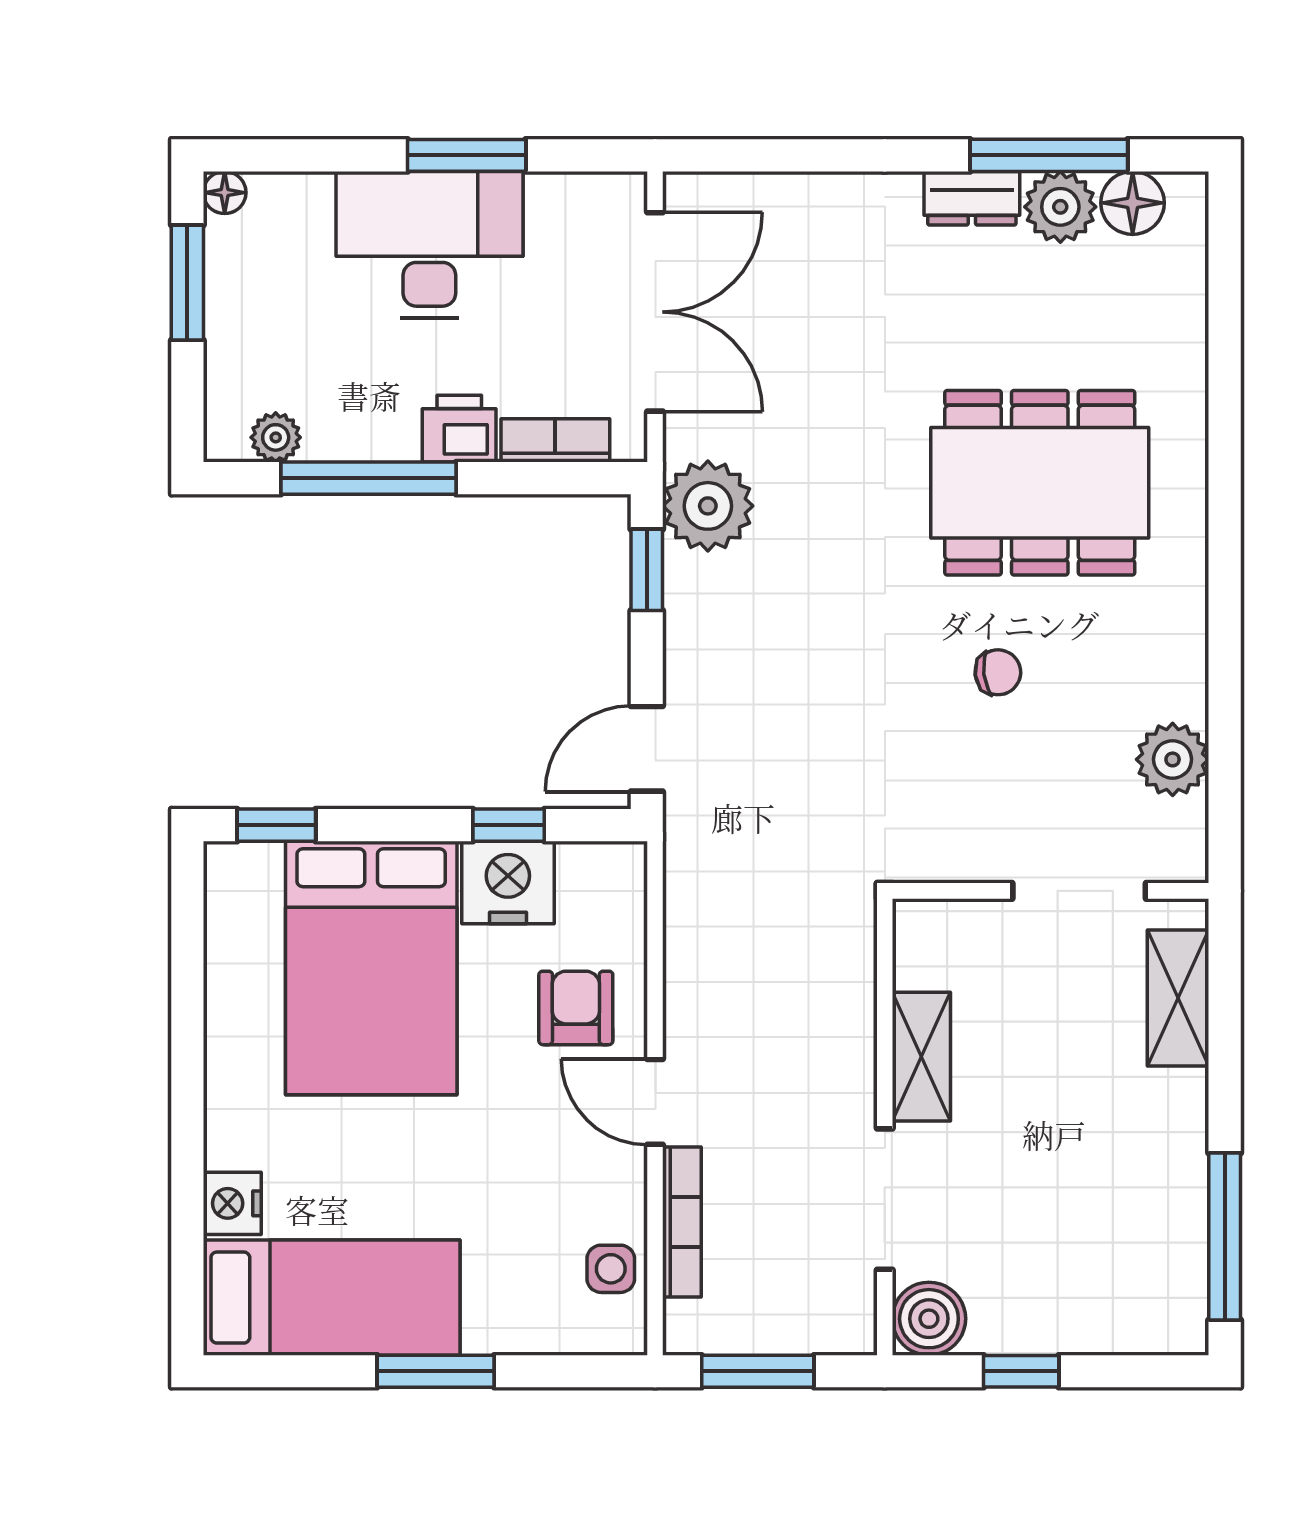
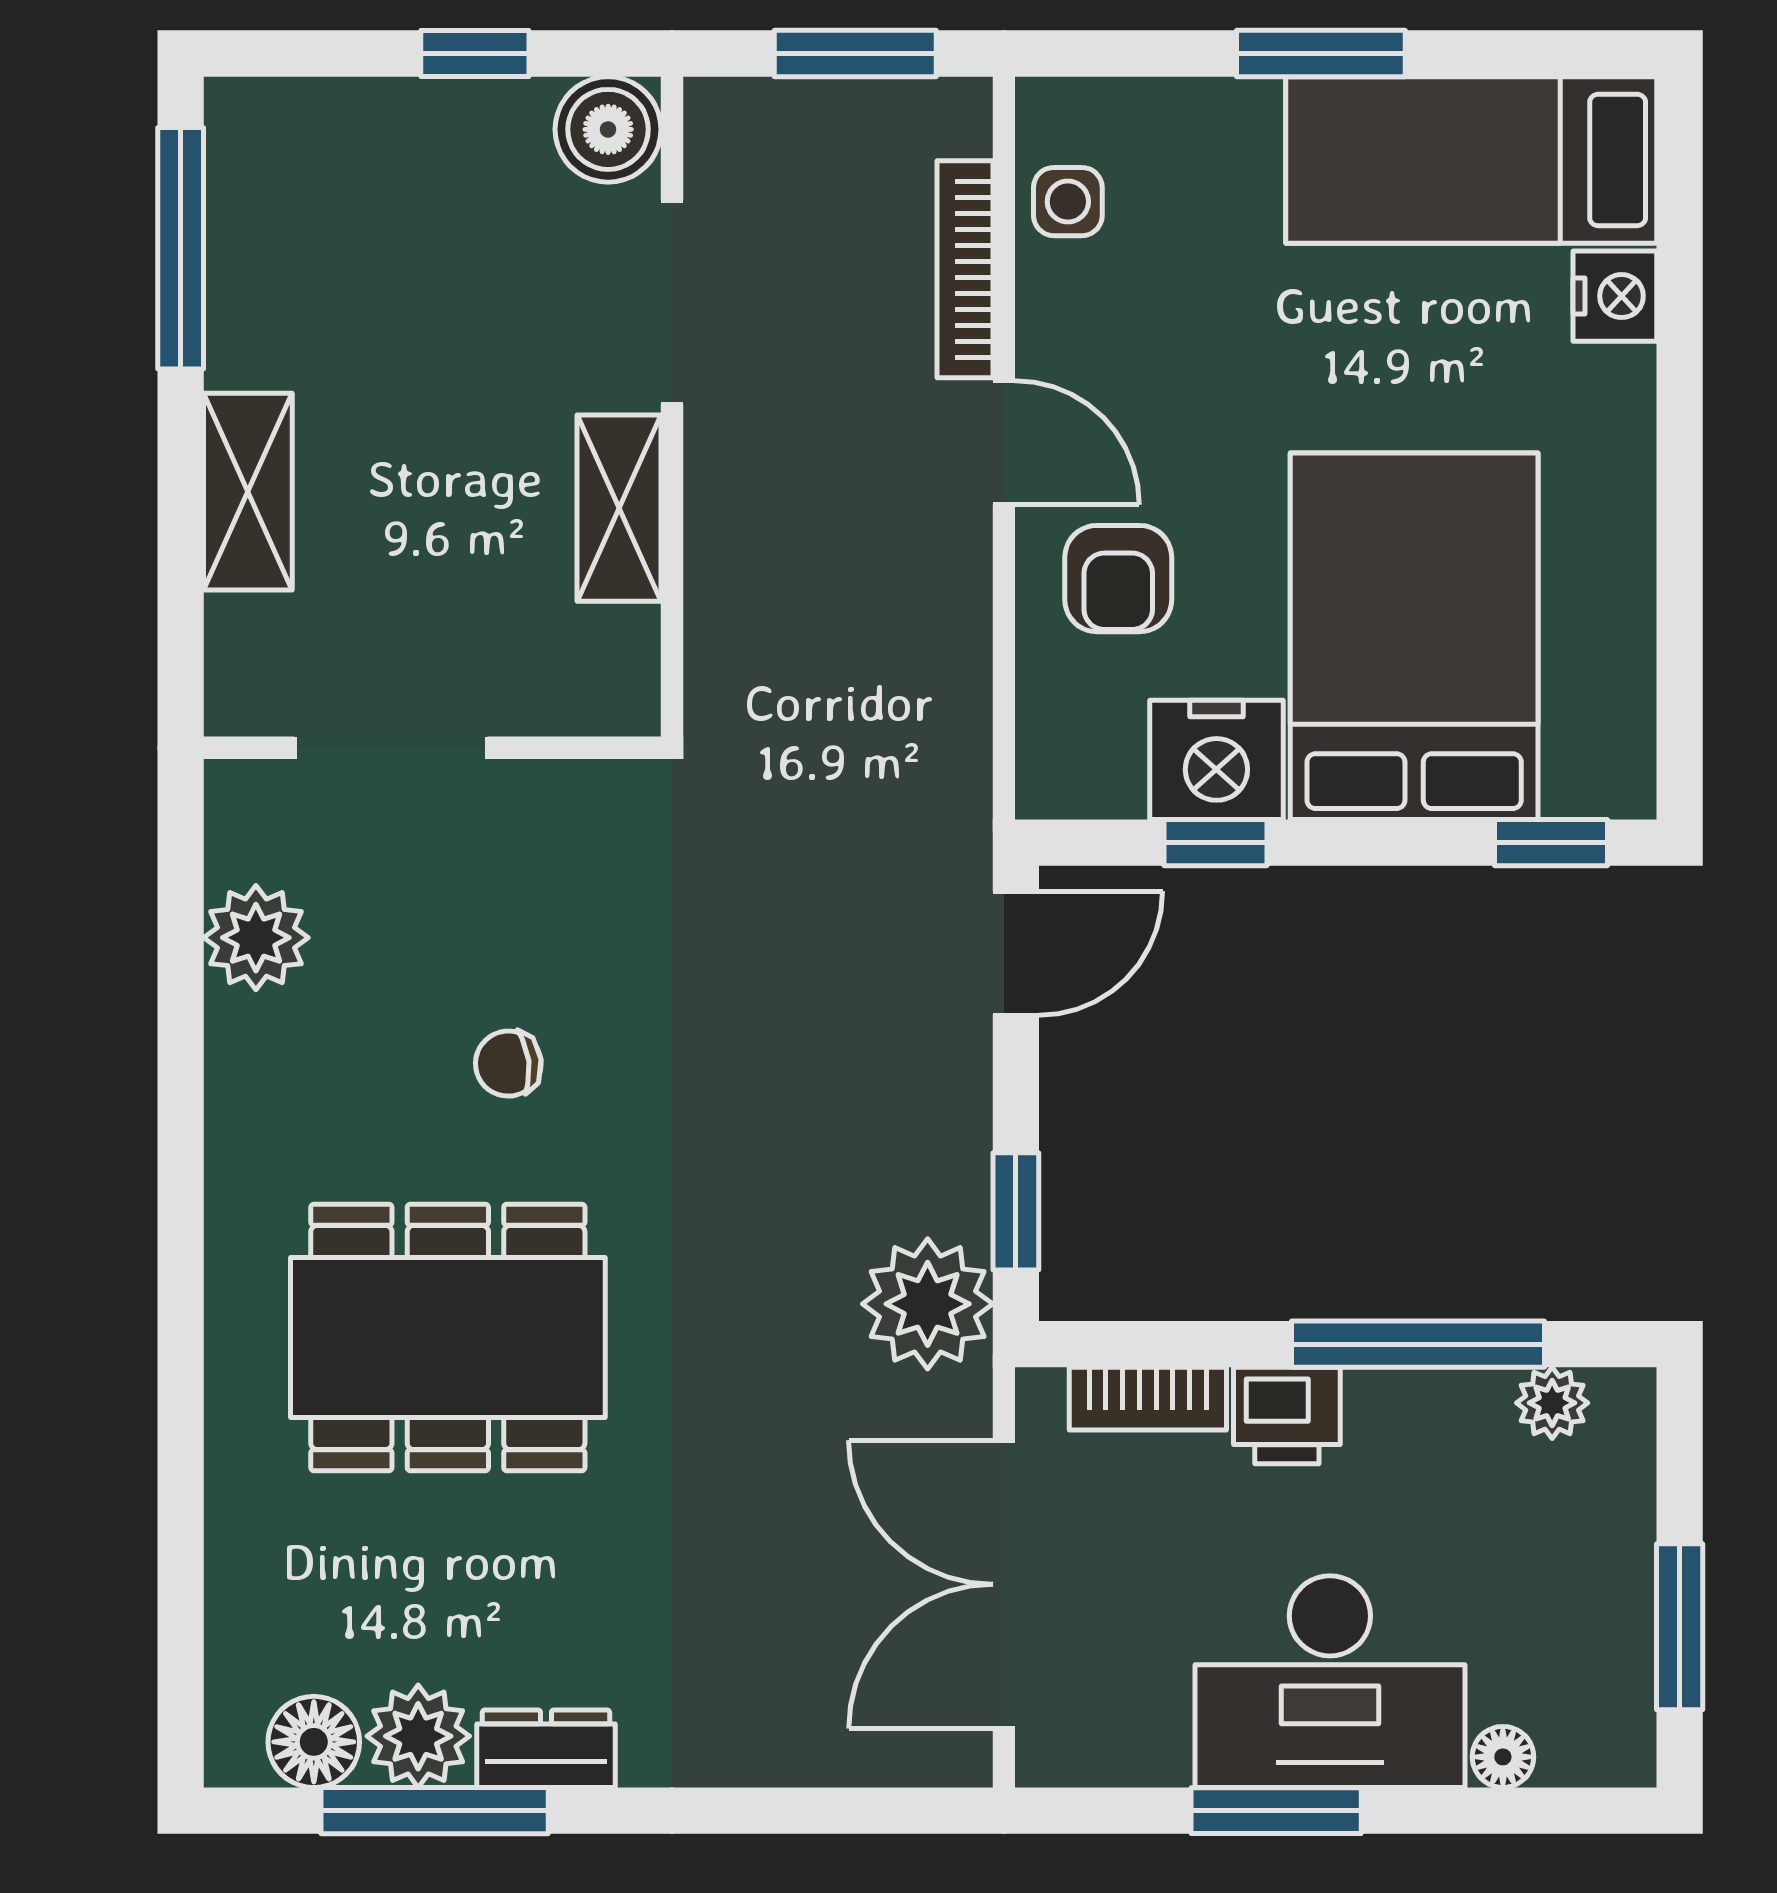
floor lamp: (225, 193) -> (1503, 1757), moved
shelving: (1178, 998) -> (248, 492), moved

